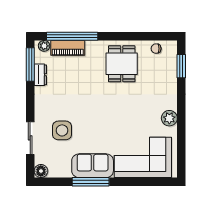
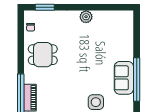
corner sofa: (143, 157) -> (117, 38), removed
window: (91, 182) -> (137, 79), width x1.46

